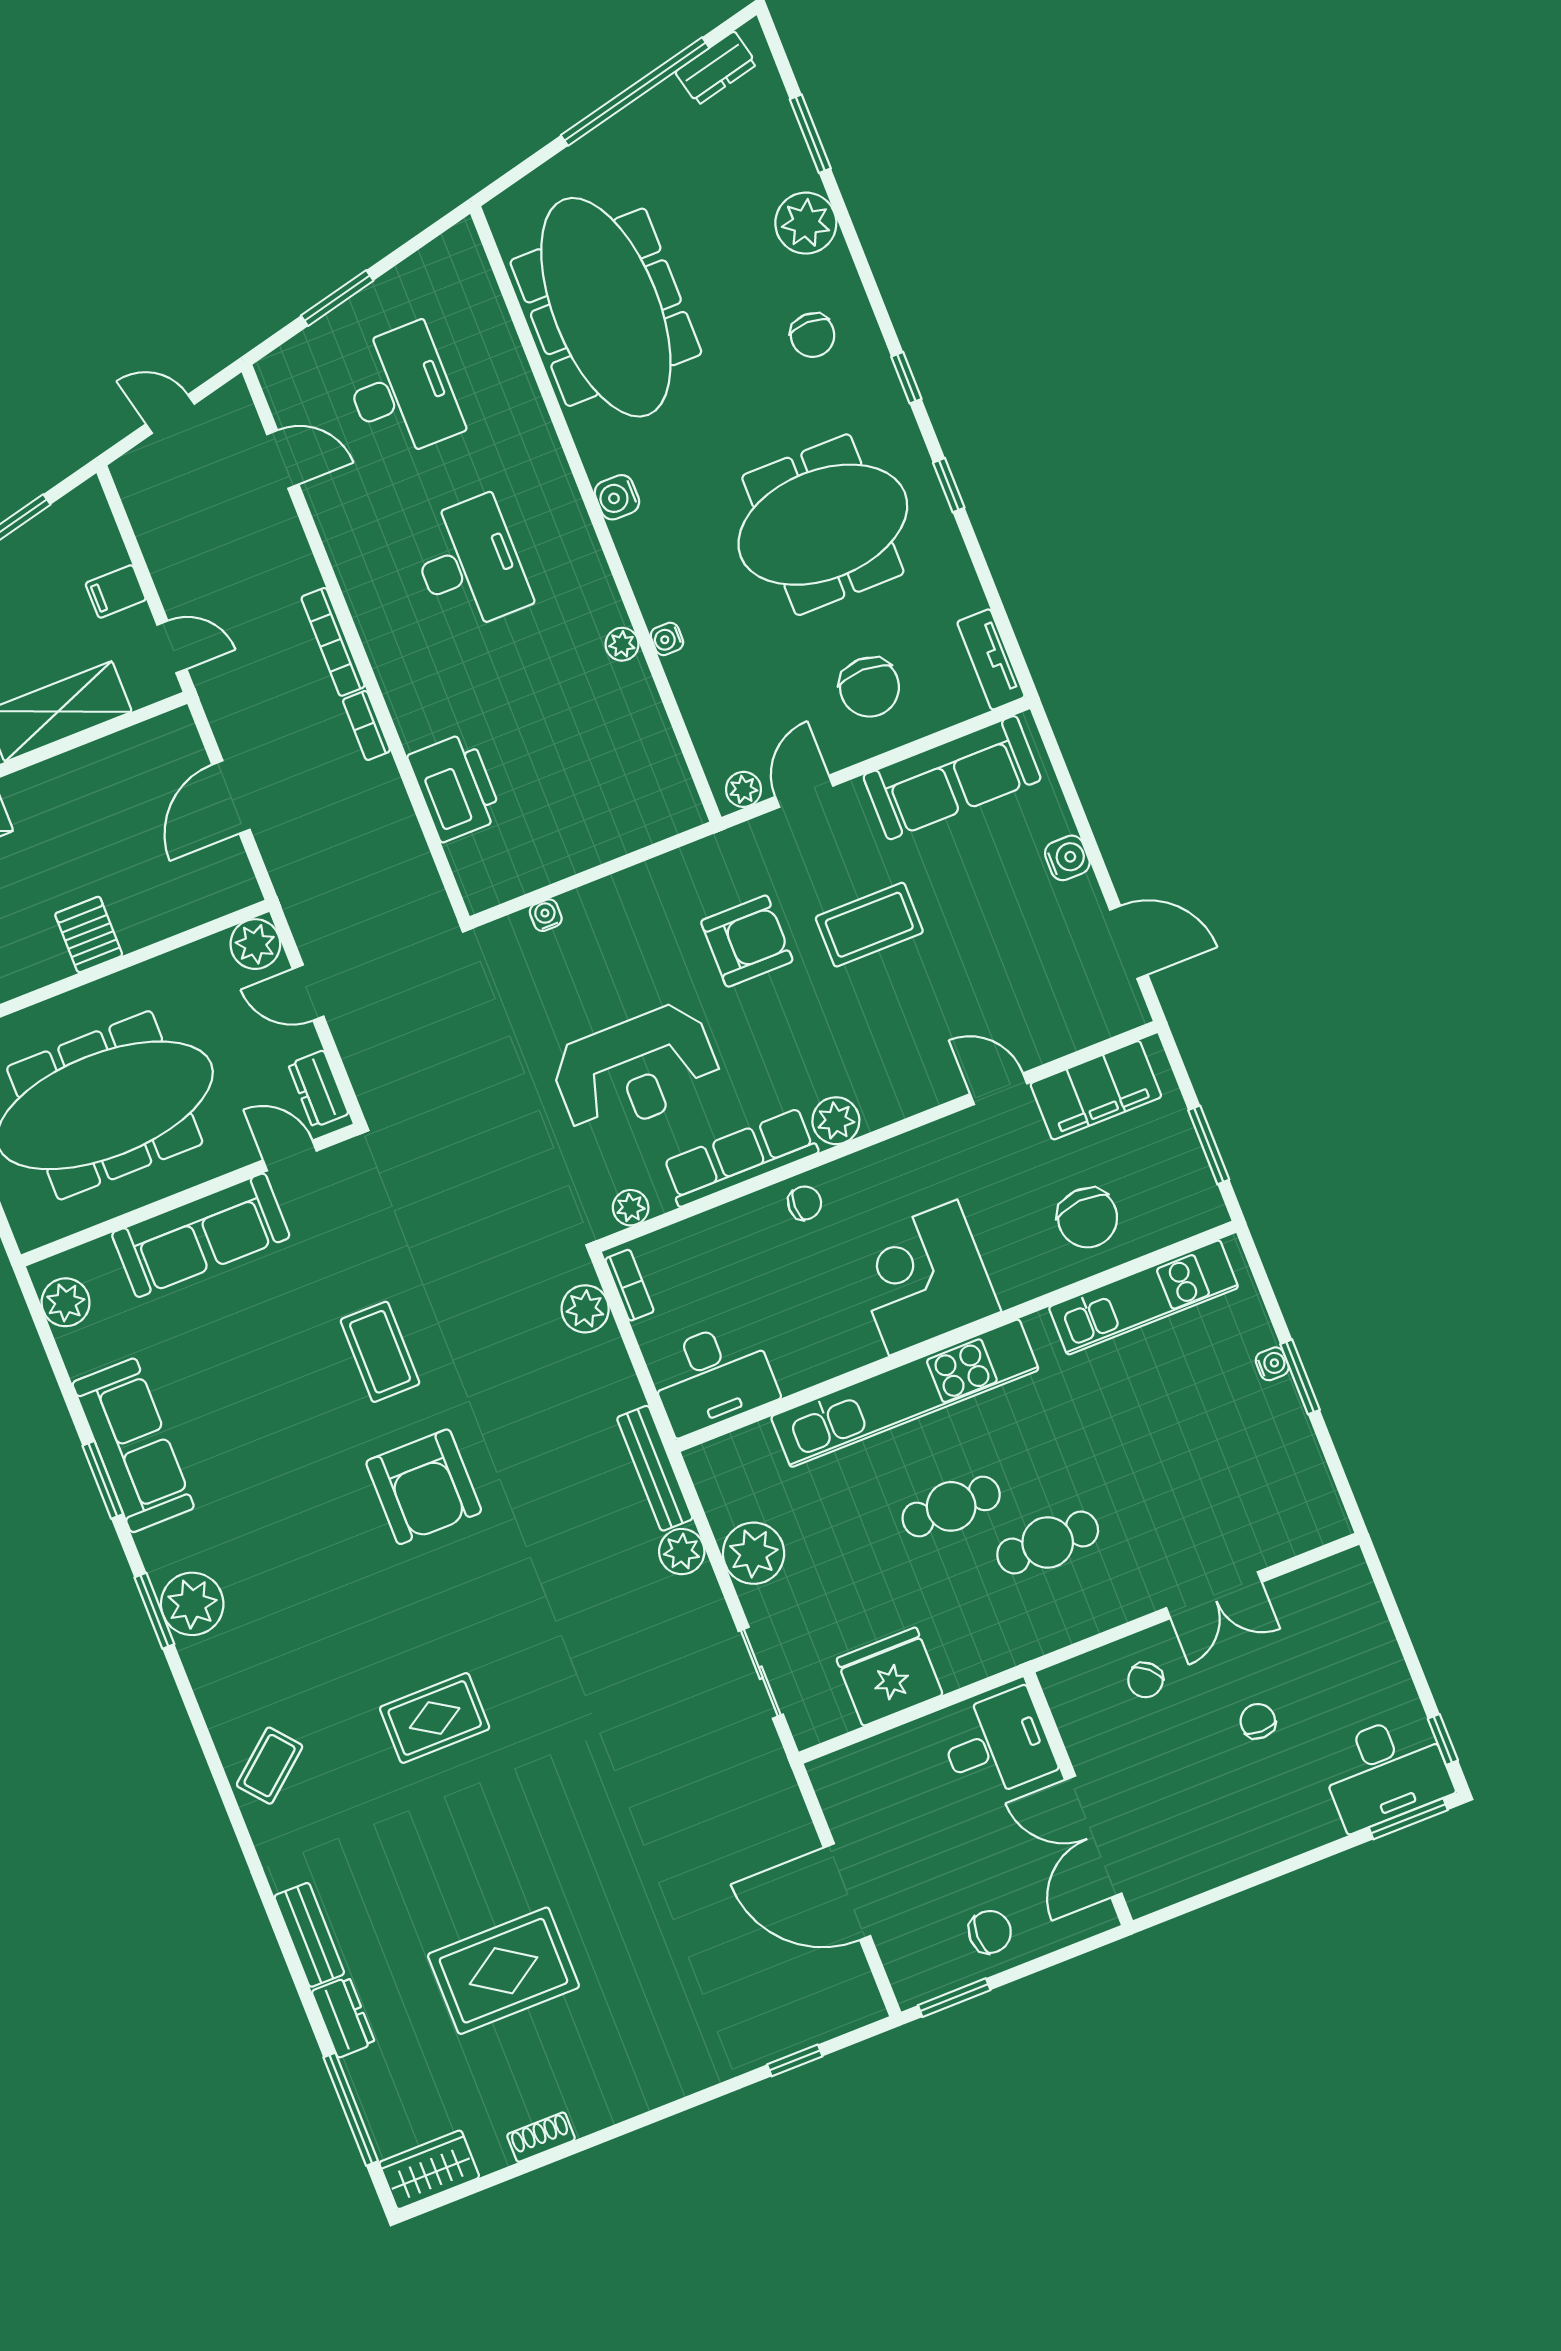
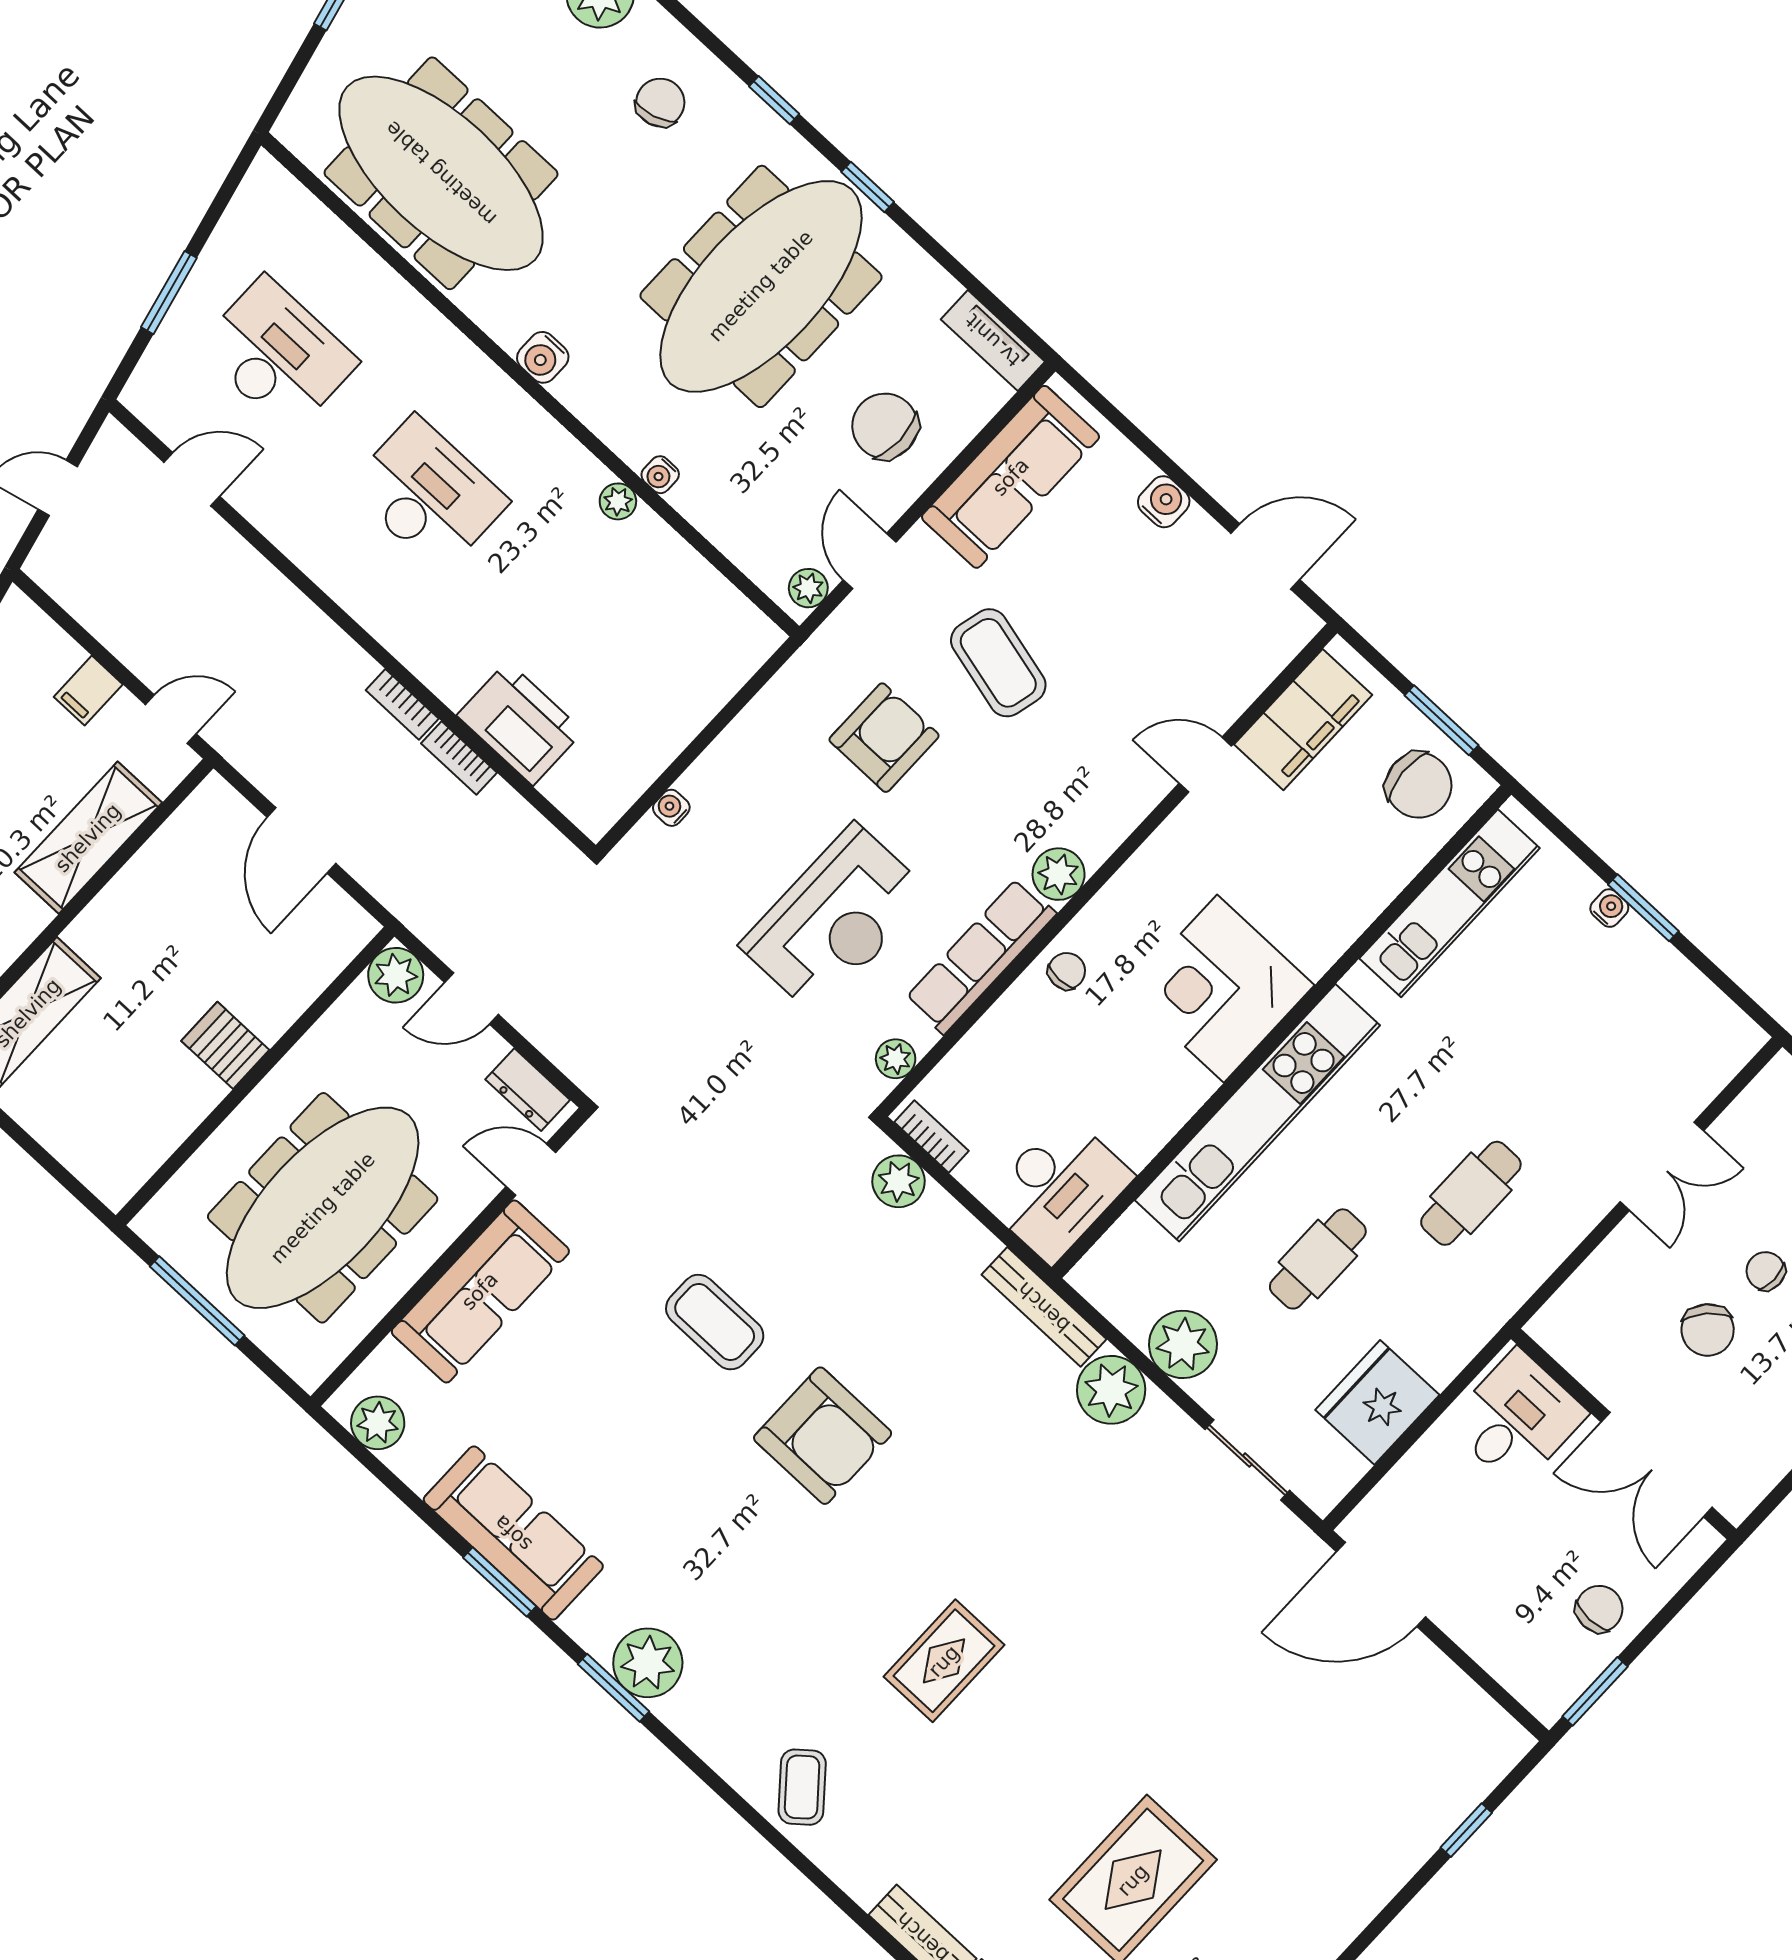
chair: (813, 335) -> (660, 103), turned -106
meeting table: (823, 525) -> (761, 286), width x1.36
bookcase: (333, 642) -> (459, 758), moved, width x0.64
chair: (869, 687) -> (885, 426), turned 180
coffee table: (869, 925) -> (998, 663), turned -76
chair: (1088, 1218) -> (1419, 785), moved
cafe table: (951, 1506) -> (1318, 1259), moved
plant: (682, 1552) -> (1111, 1390), width x1.36, depth x1.36
chair: (1145, 1680) -> (1708, 1330), moved, width x1.37, depth x1.37
door: (847, 1892) -> (1381, 1584), moved

